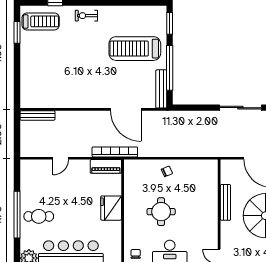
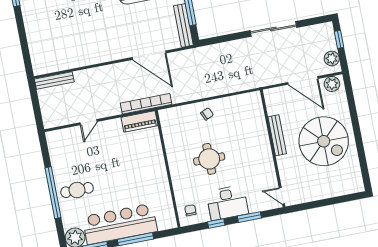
fridge: (111, 208) -> (154, 166), removed

